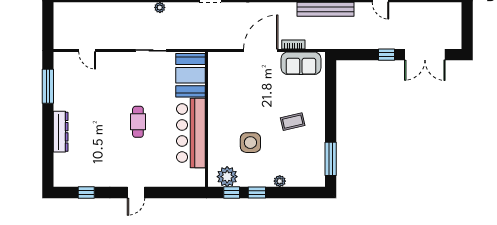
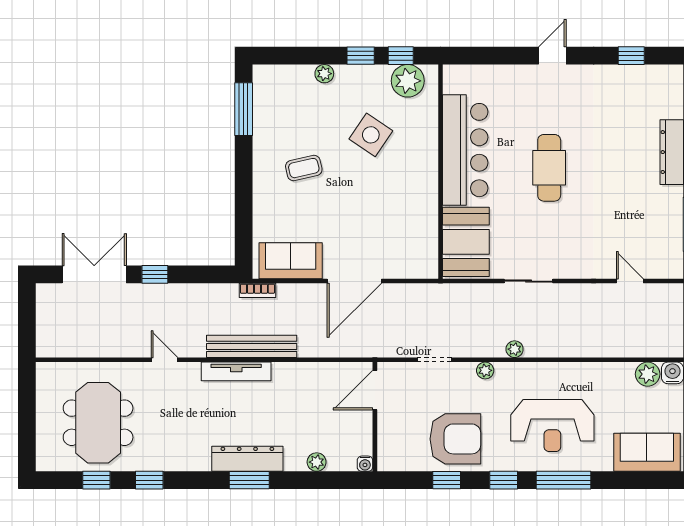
bookcase: (293, 44) -> (257, 290), moved
cafe table: (138, 122) -> (549, 168), width x1.37, depth x1.35
side table: (250, 143) -> (371, 135), turned 34

